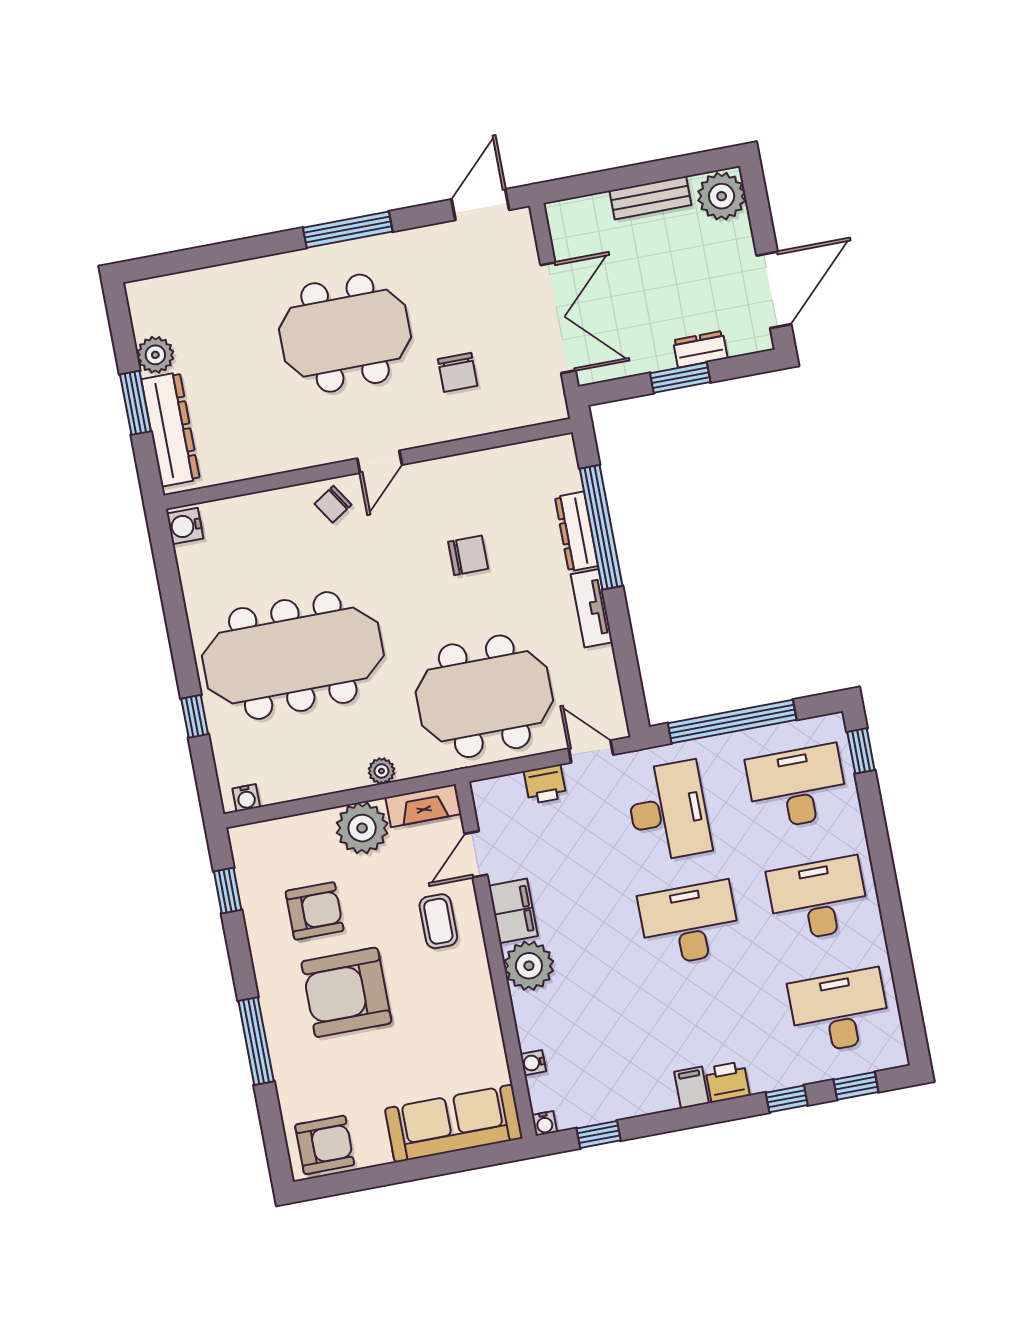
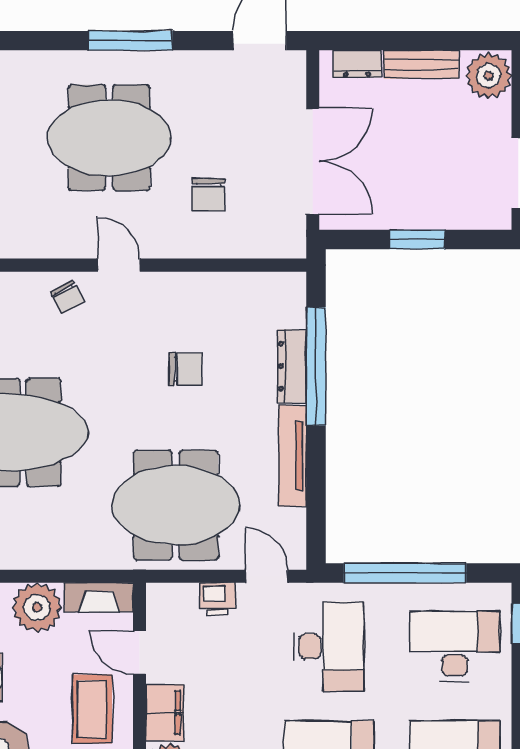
dresser: (700, 349) -> (357, 64), moved, turned 180
door: (380, 462) -> (119, 265), swing flipped
chair: (333, 504) -> (67, 297), turned -85
tv unit: (592, 608) -> (293, 456), width x1.41
plant: (381, 771) -> (65, 557), removed
door: (476, 854) -> (140, 653), hinge flipped
coffee table: (438, 921) -> (92, 709), width x1.36, depth x1.30

